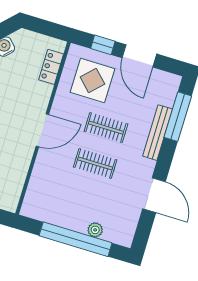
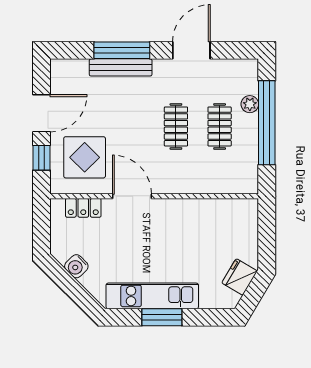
window: (178, 117) -> (122, 50), moved
clothes rail: (106, 128) -> (220, 126), moved
door: (42, 130) -> (132, 196), moved

